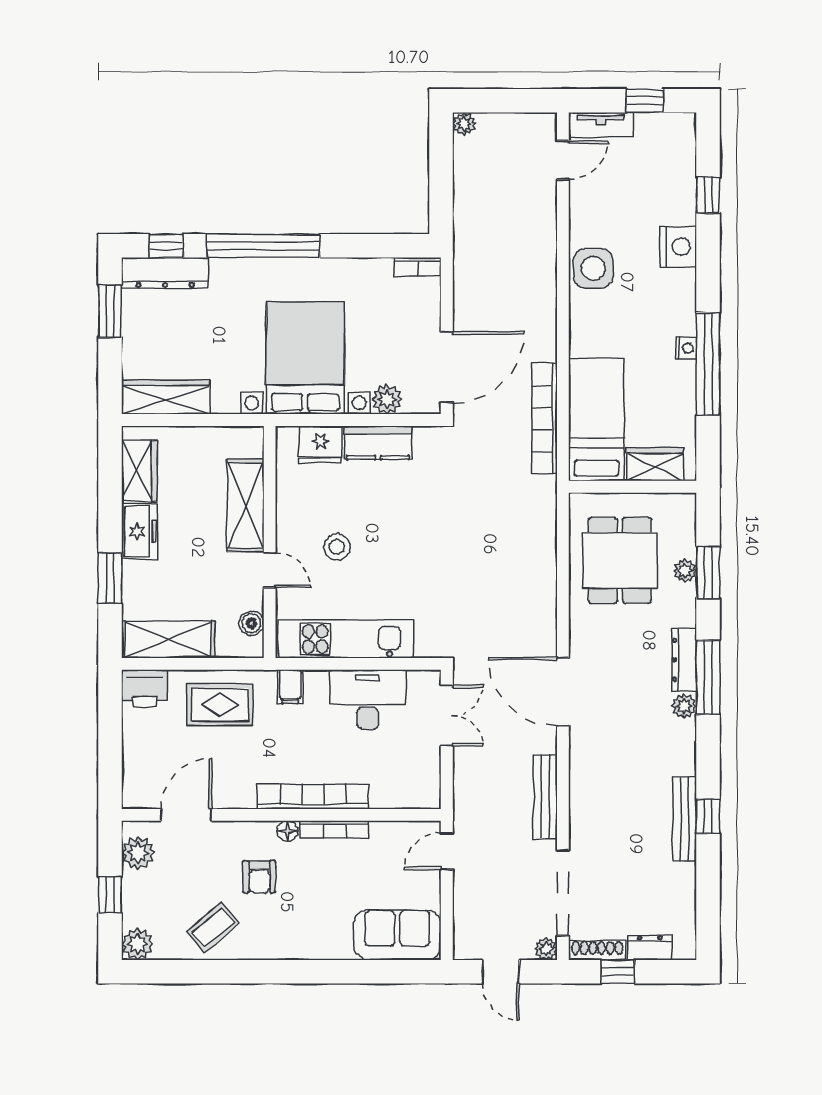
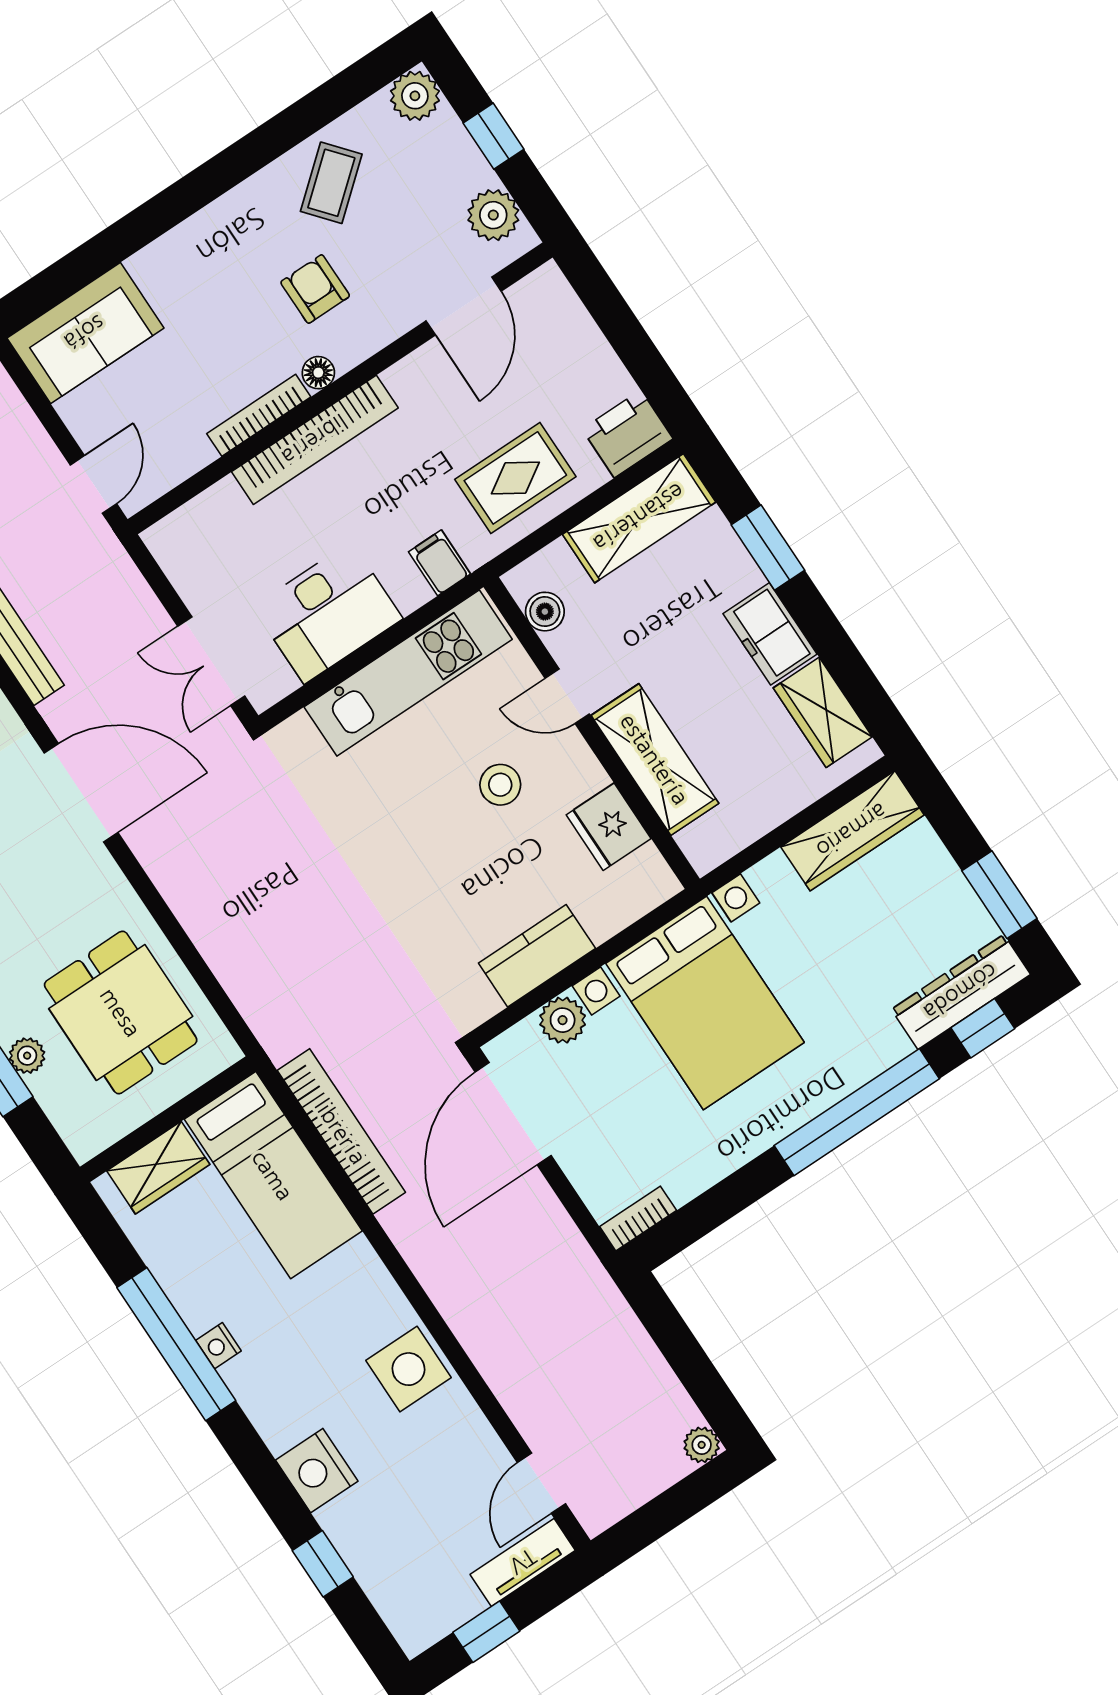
fridge: (320, 444) -> (609, 827), moved, turned -90

